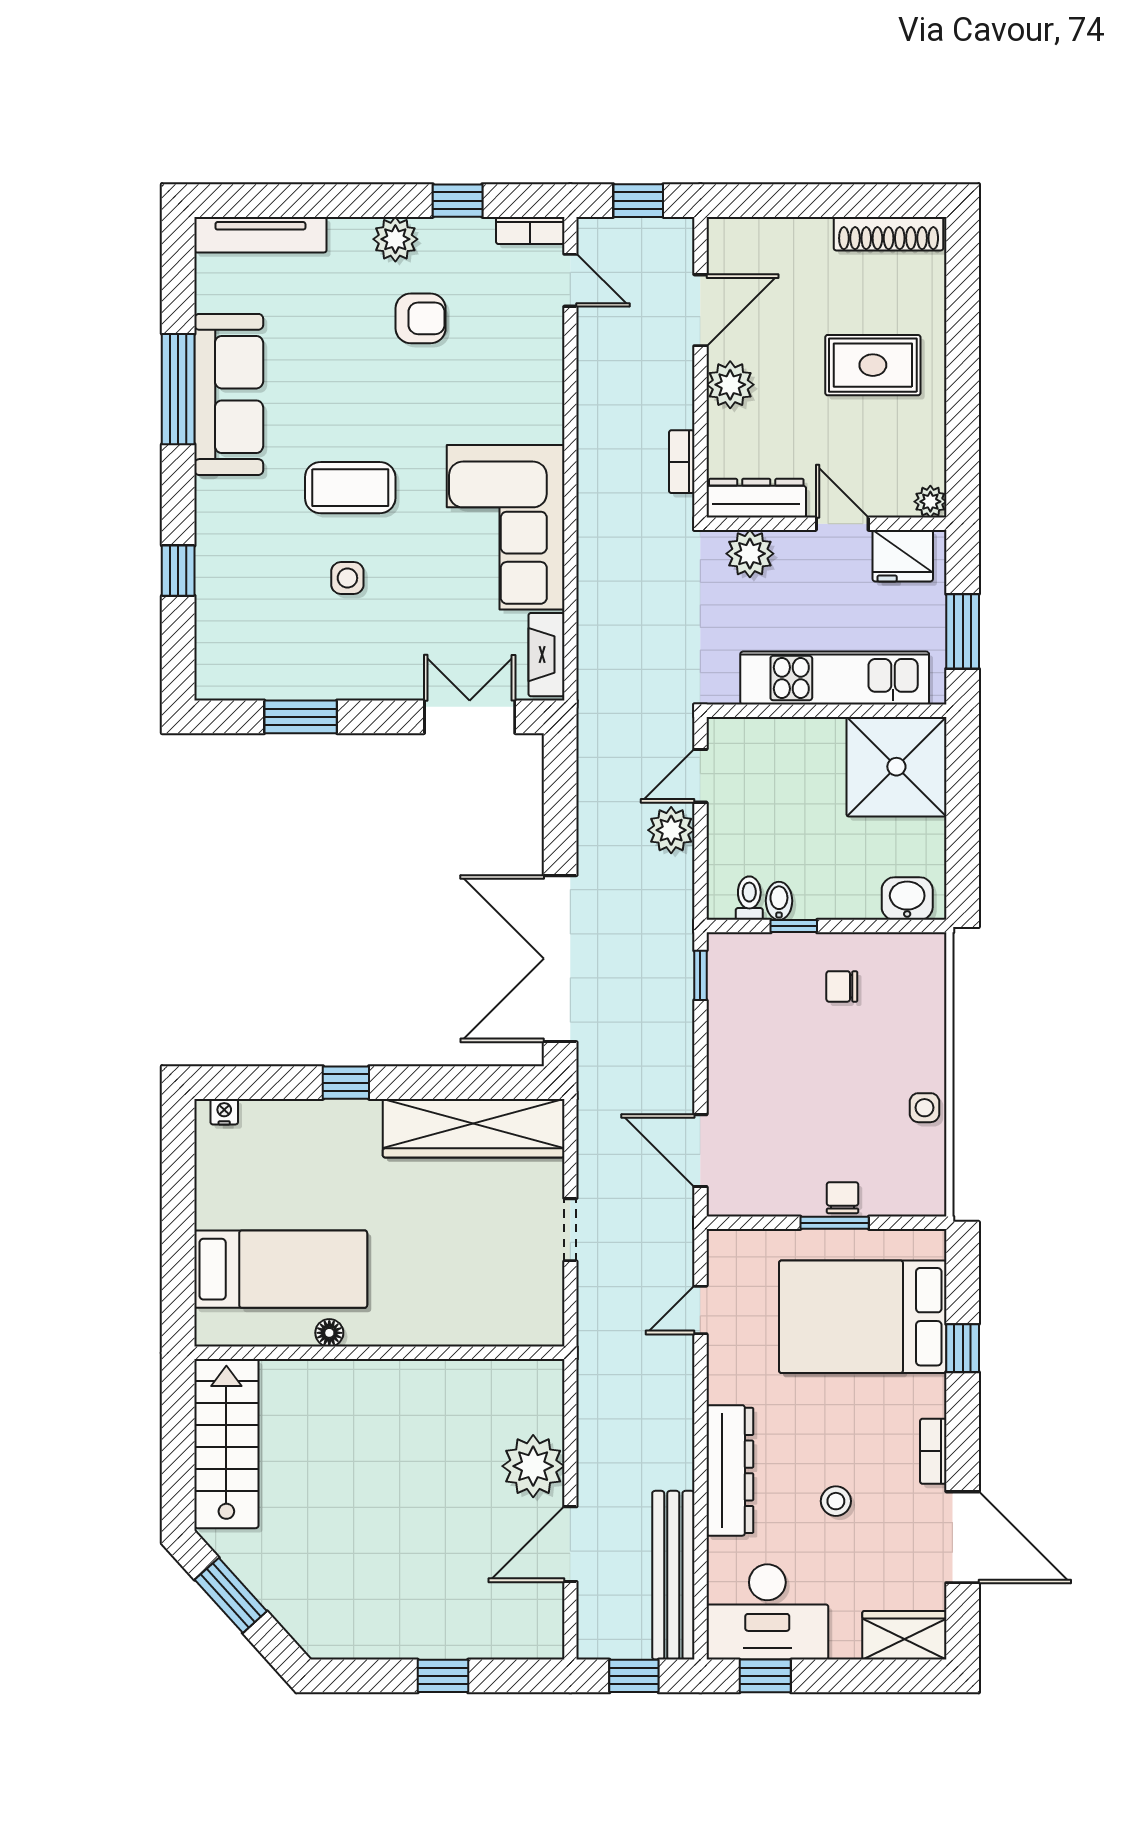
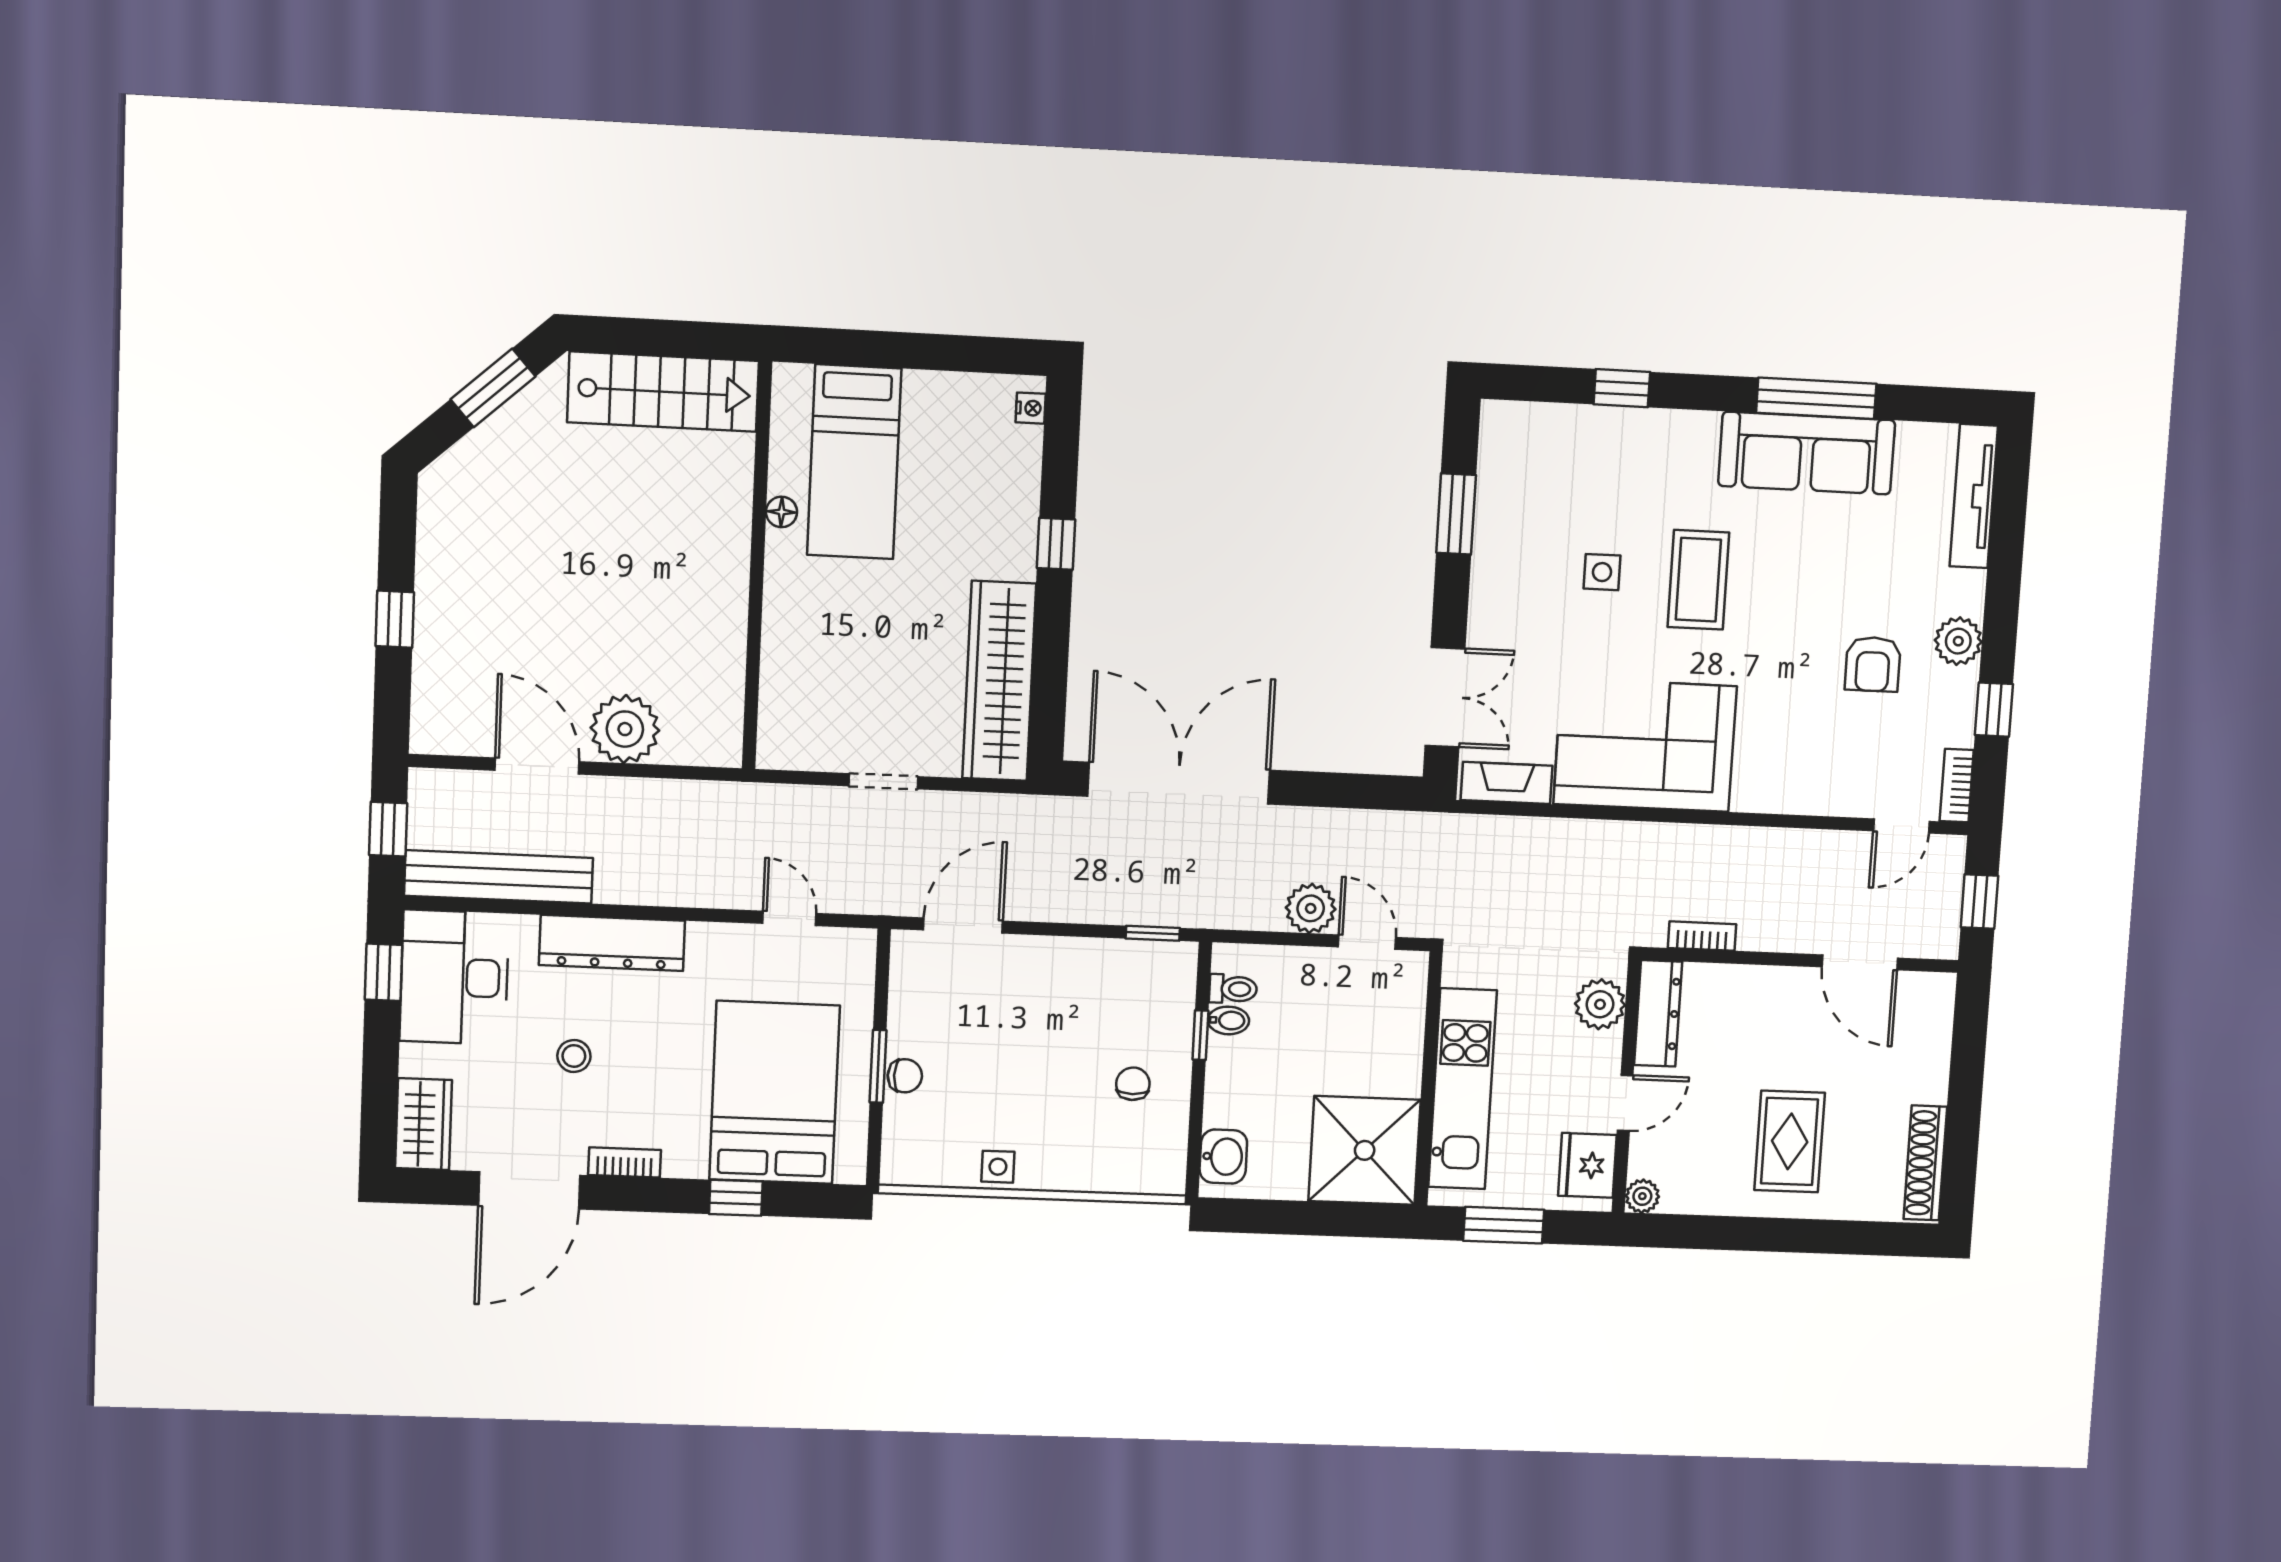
plant: (730, 385) -> (1779, 991), removed

